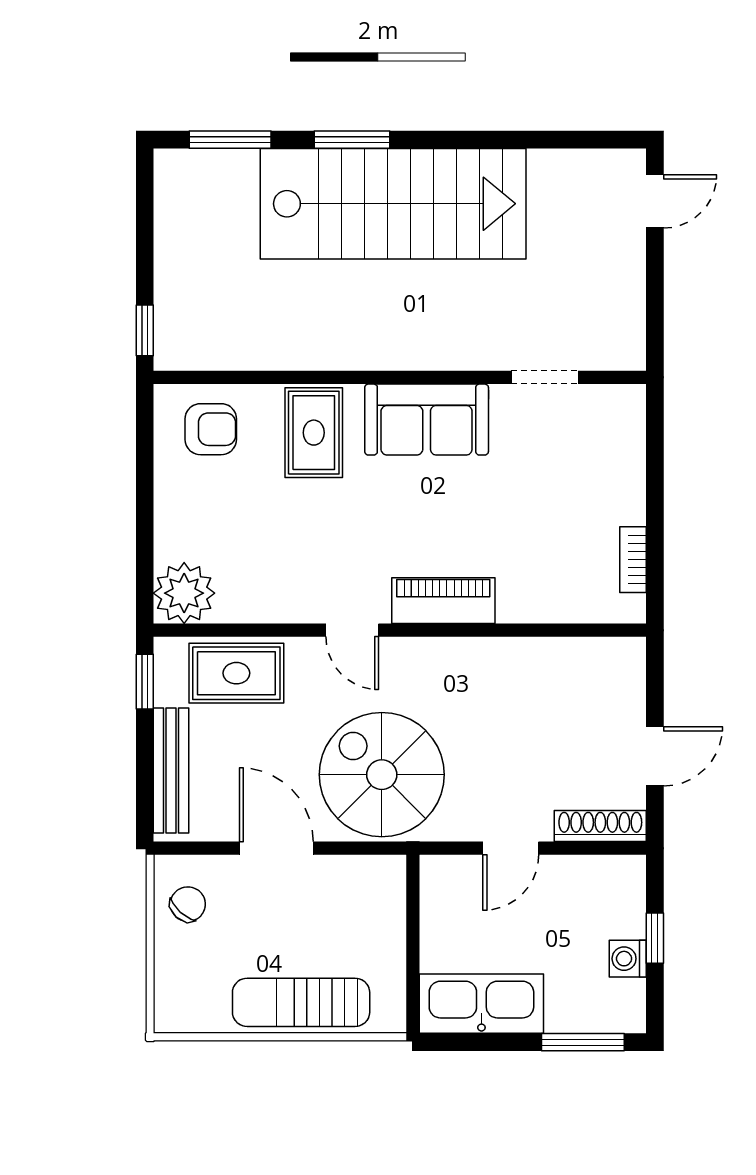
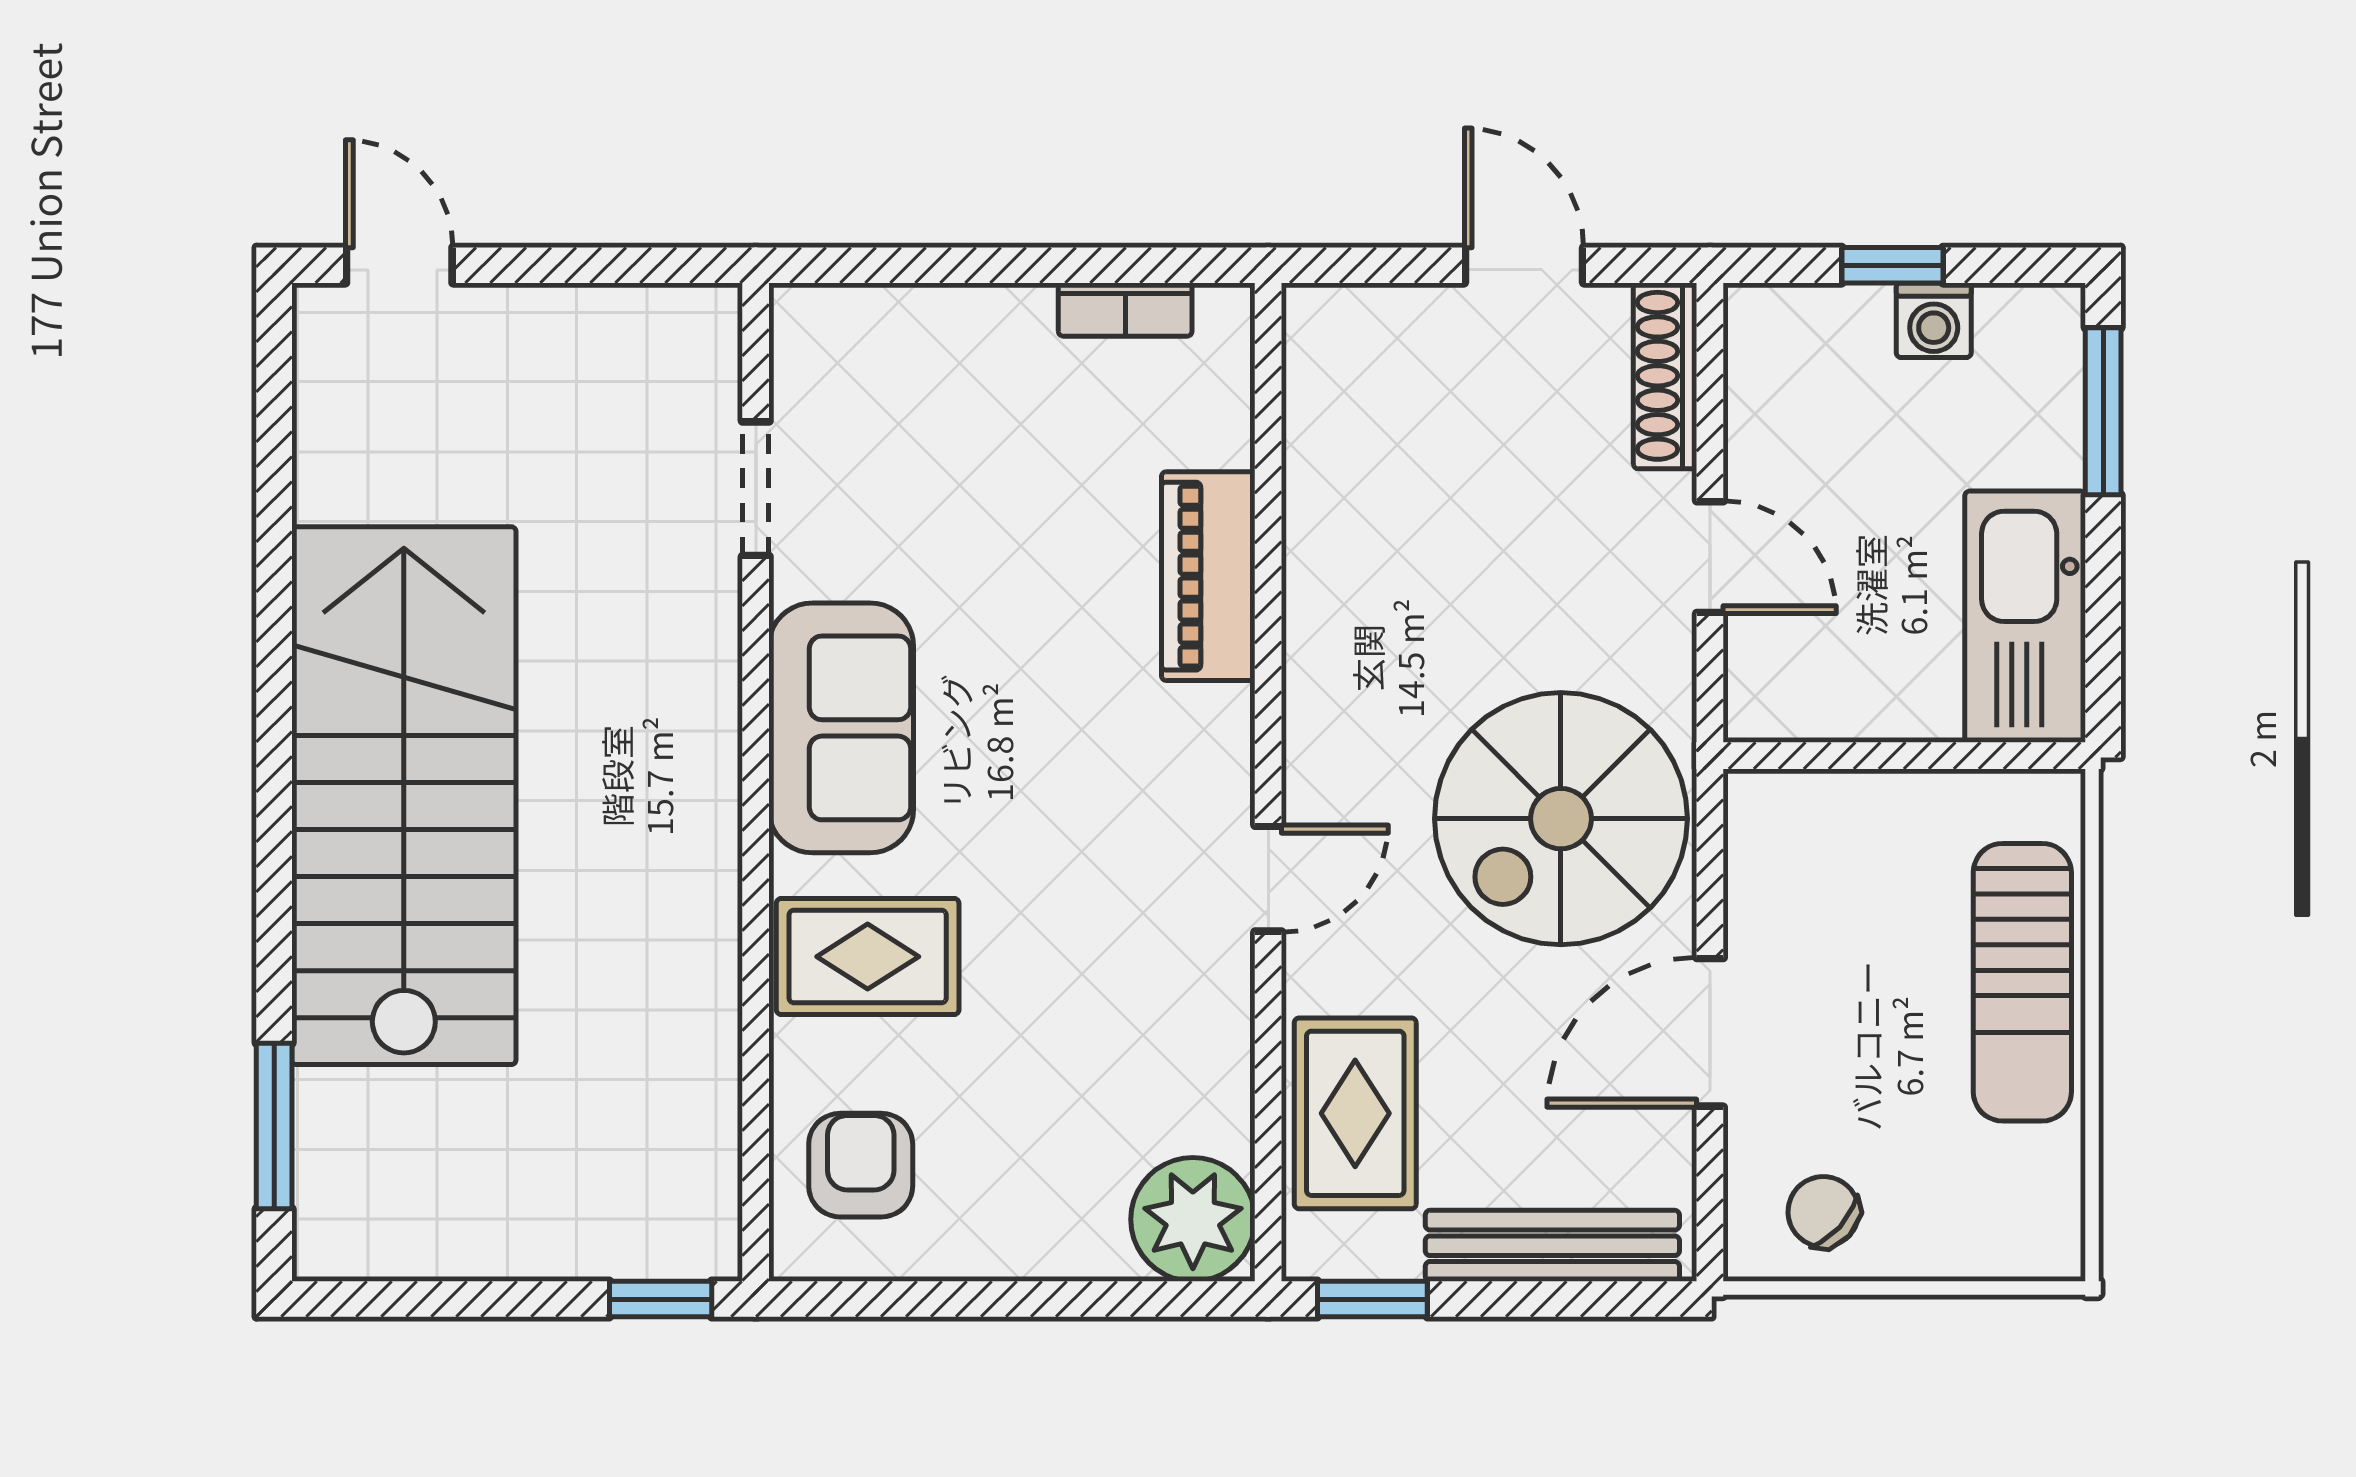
window: (352, 140) -> (274, 879), removed
piano: (443, 601) -> (1208, 576), moved

